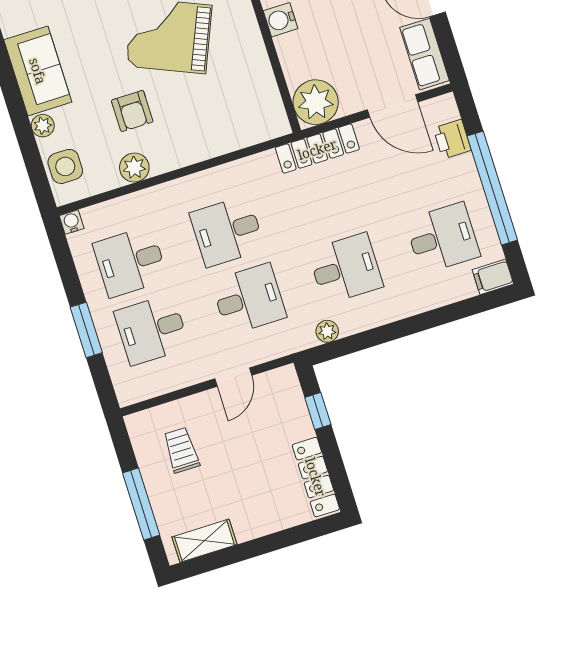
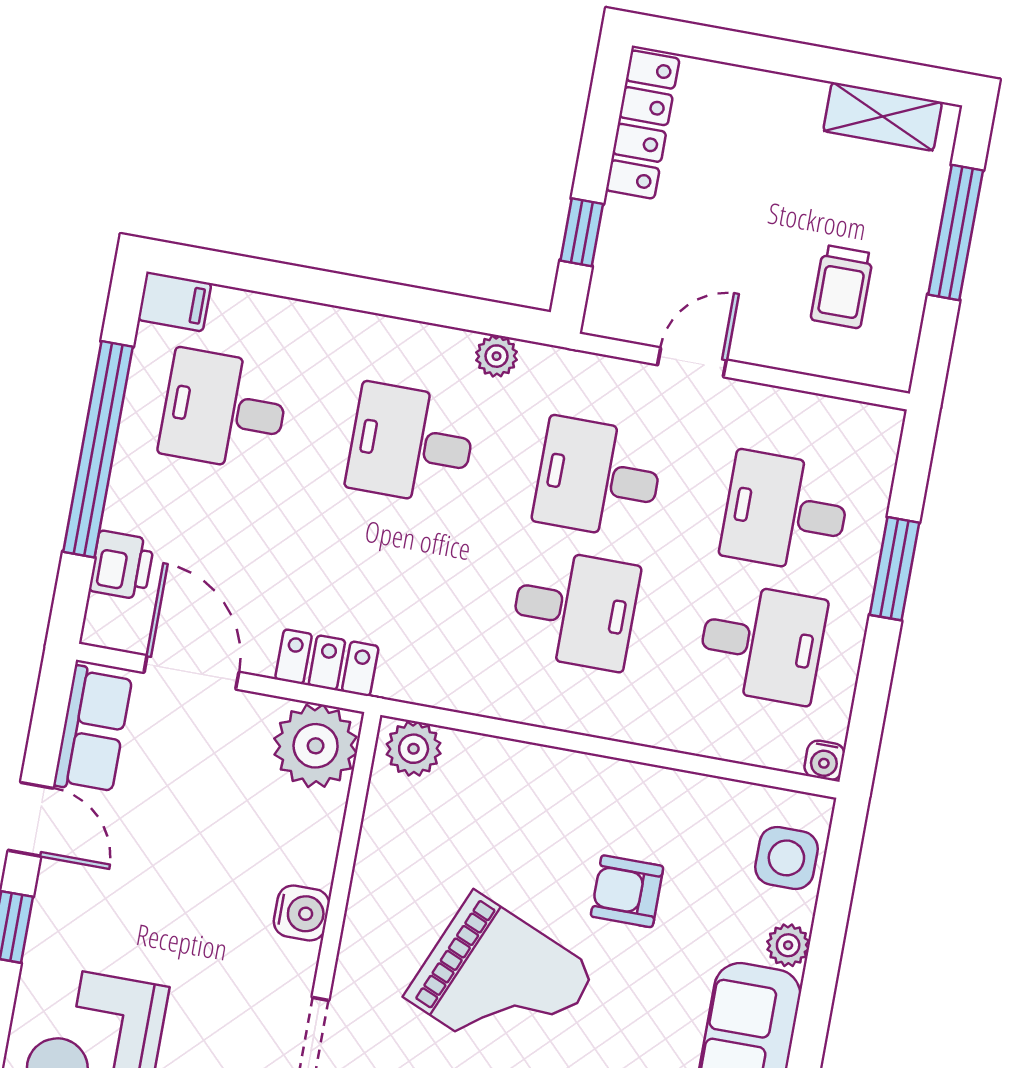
armchair: (132, 111) -> (627, 891), turned -90
locker: (317, 149) -> (327, 663), width x0.66
plant: (134, 168) -> (414, 749), moved
desk: (152, 330) -> (786, 512), turned 180

